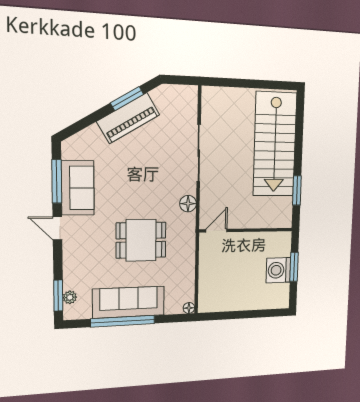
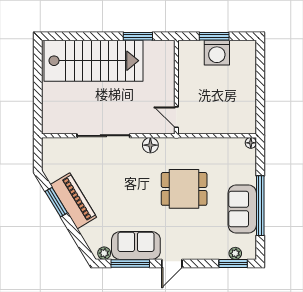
plant: (68, 152) -> (104, 253), added
dining table: (141, 240) -> (184, 189), turned 90
sofa: (129, 302) -> (242, 209), width x0.73

